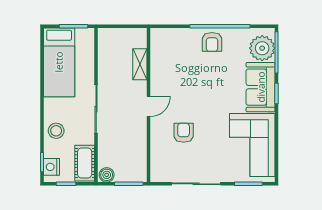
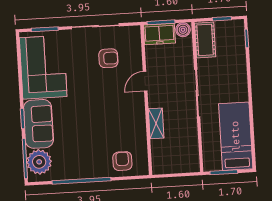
armchair: (212, 42) -> (122, 161), moved
shelving: (140, 64) -> (156, 123), moved
door: (149, 106) -> (145, 81), moved
stool: (56, 131) -> (235, 70), removed
armchair: (184, 133) -> (108, 58), moved, turned -90
nightstand: (51, 167) -> (237, 34), removed
freezer: (131, 172) -> (159, 34), added

